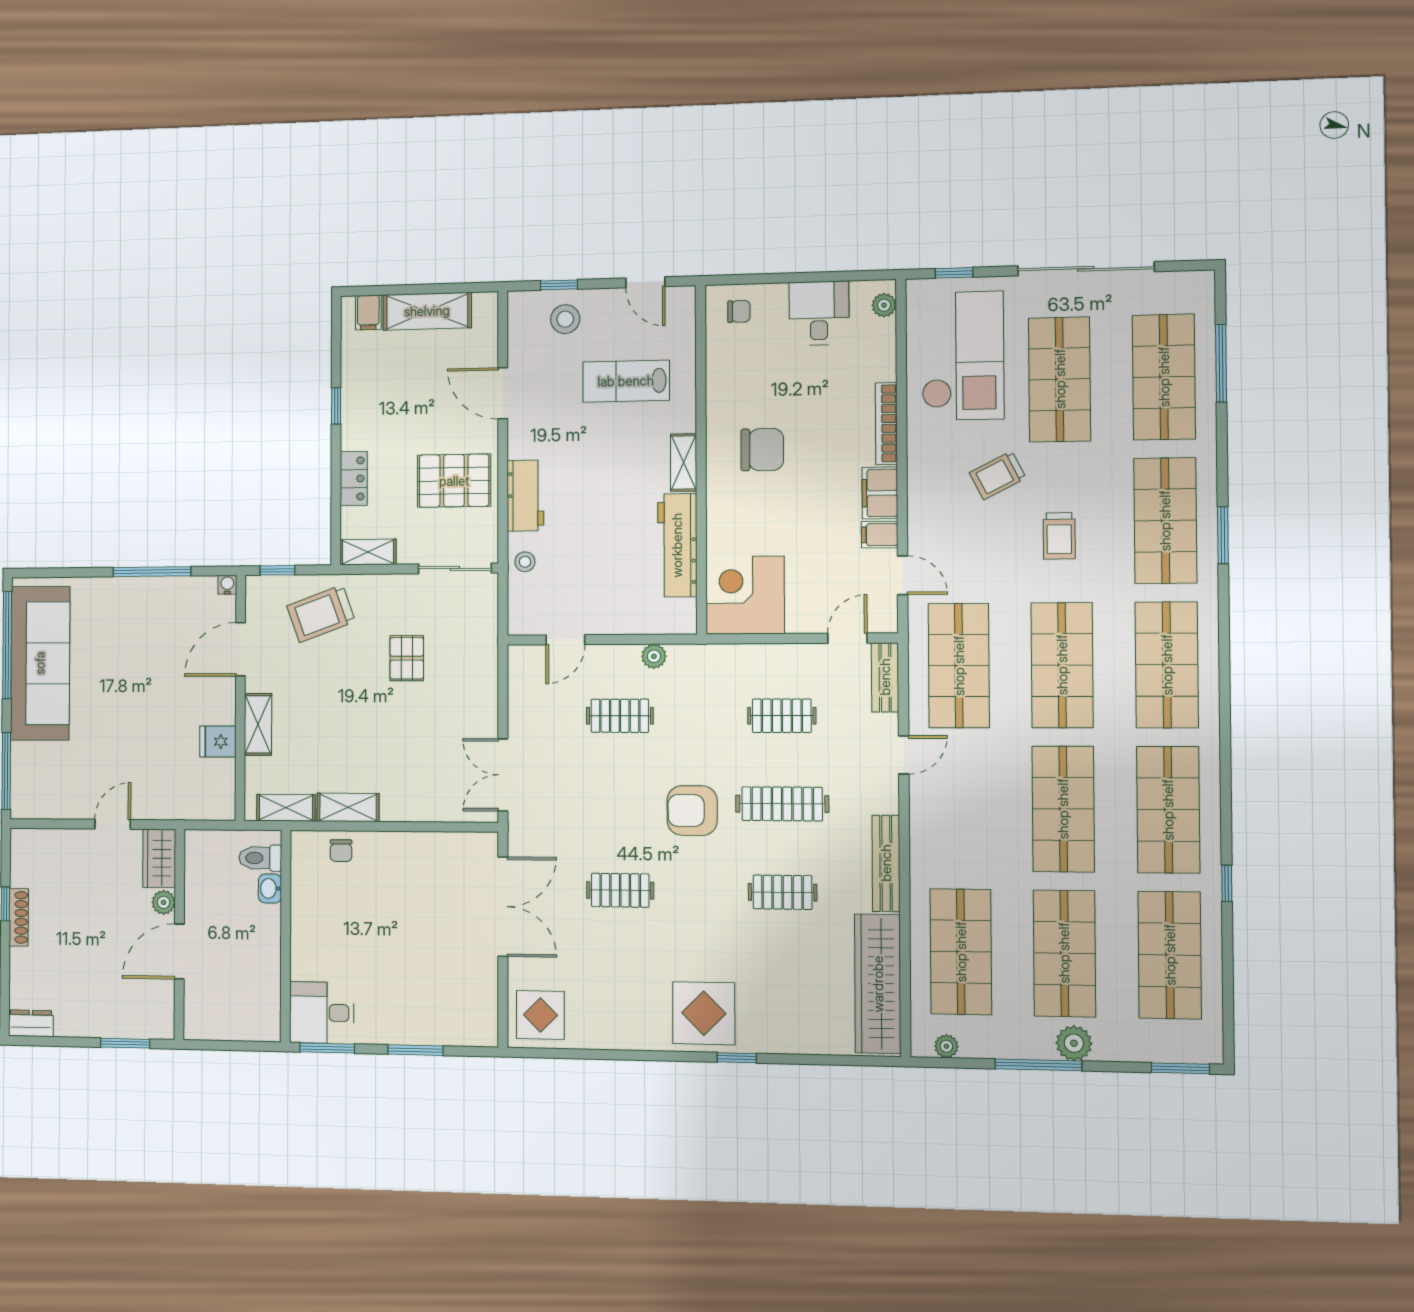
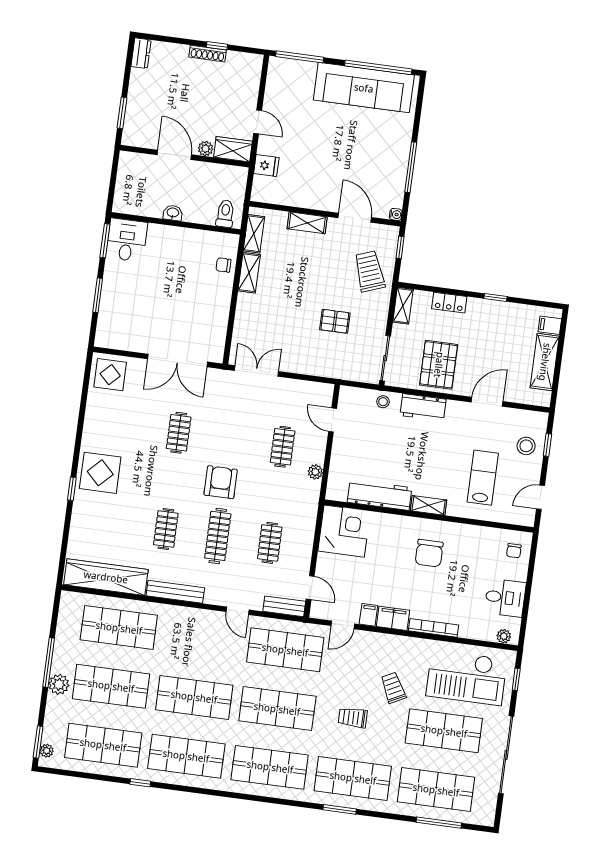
fridge: (218, 742) -> (266, 166), moved, turned 90
washbasin: (270, 888) -> (173, 213), moved
plant: (946, 1046) -> (47, 751), moved

